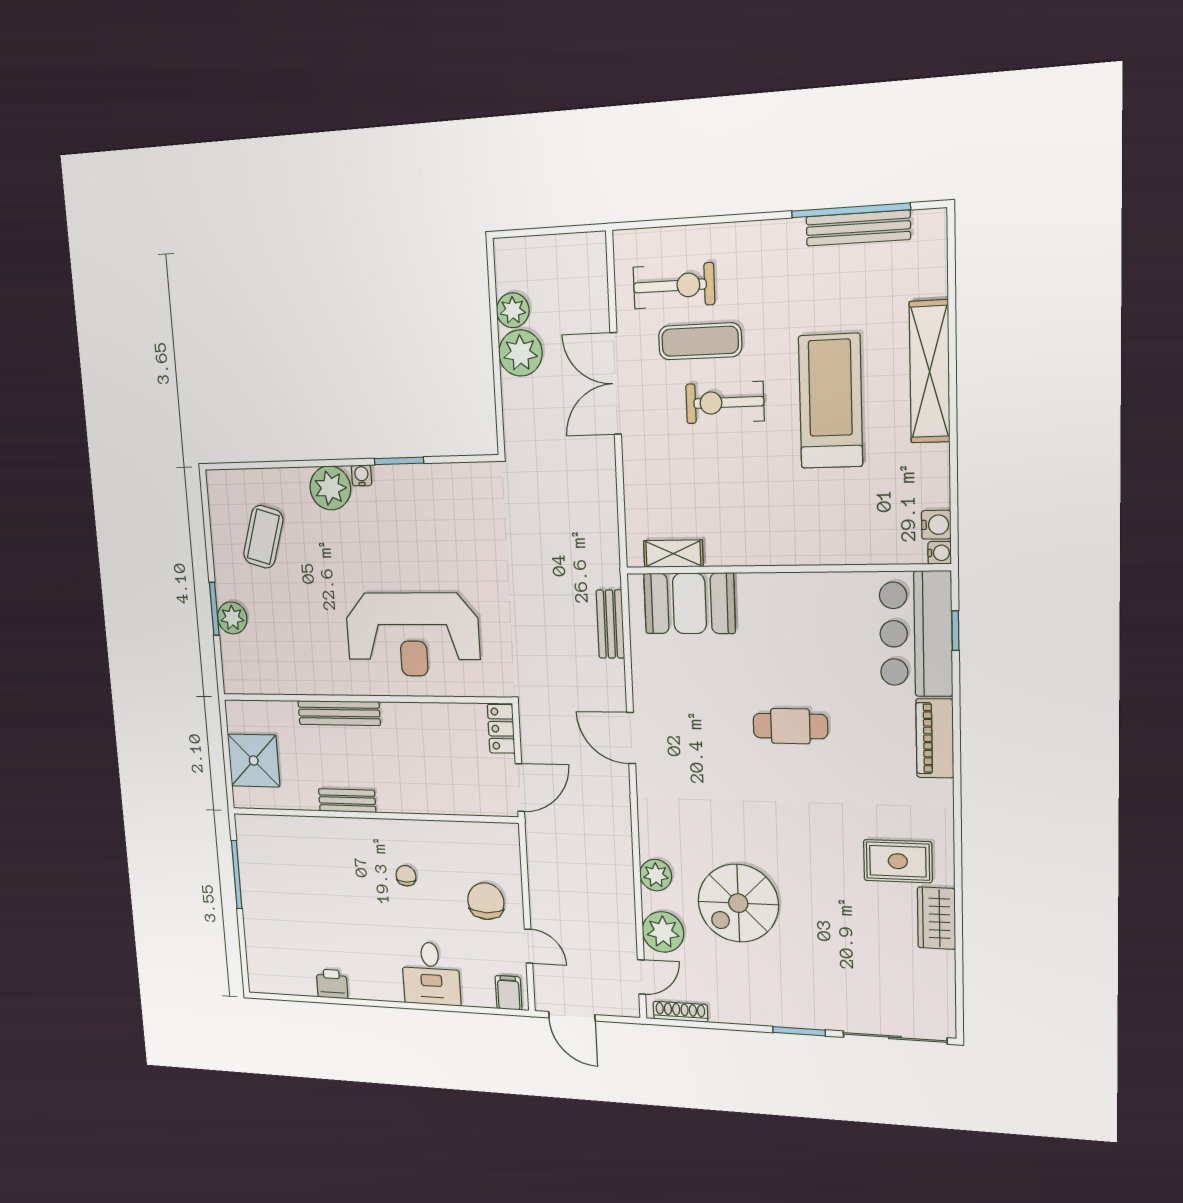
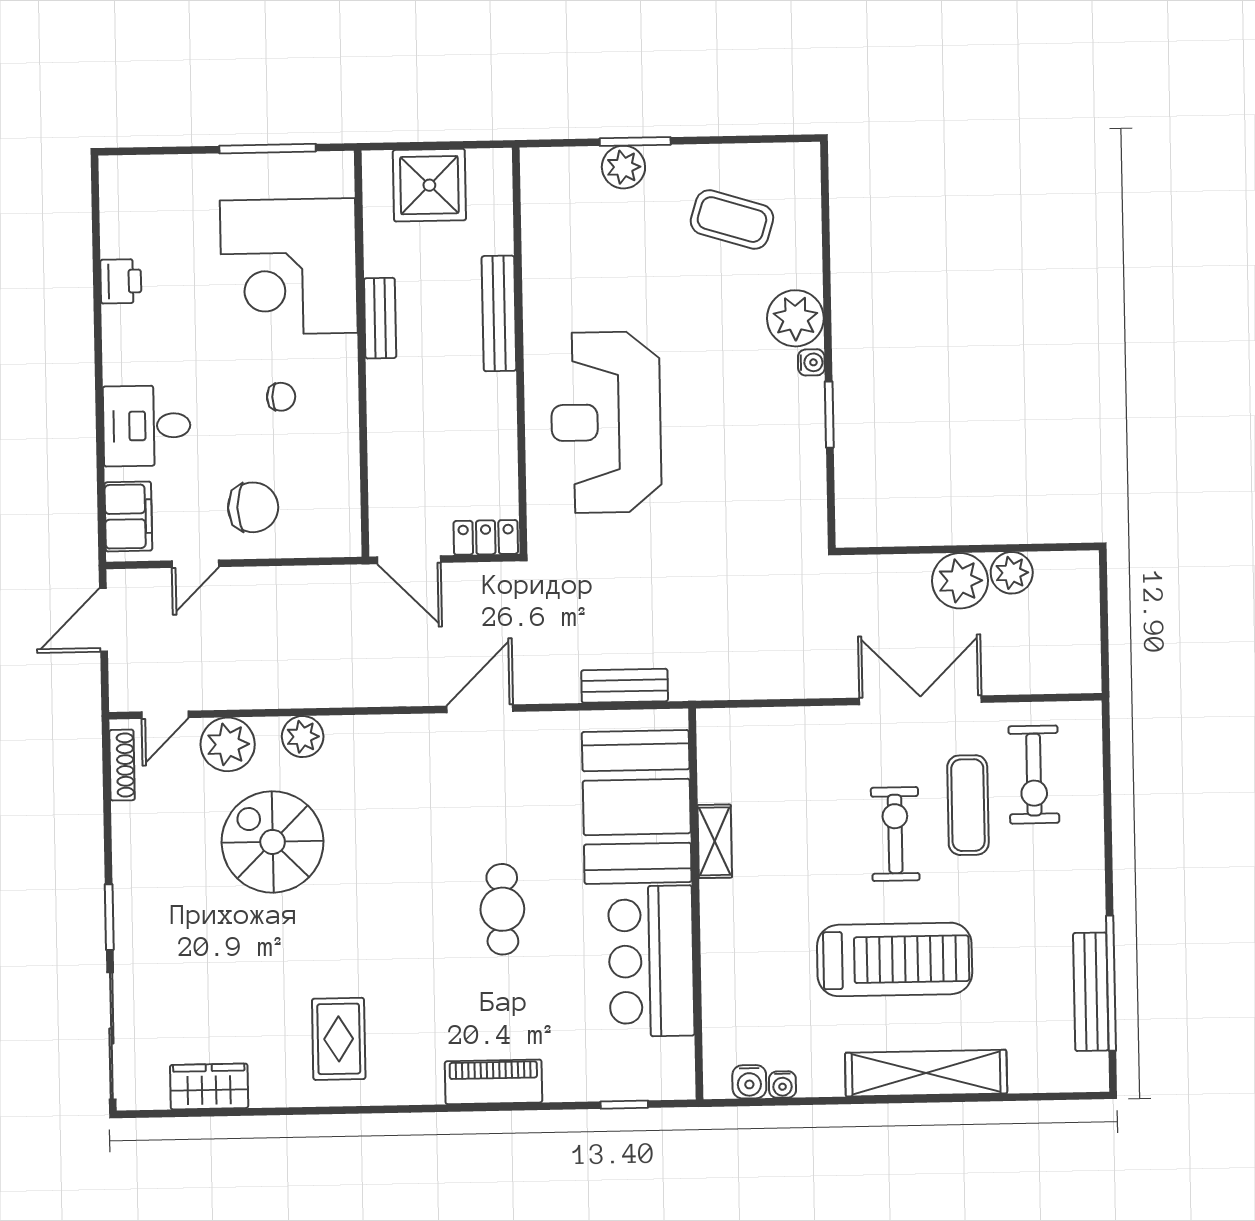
water cooler: (940, 553) -> (782, 1085), moved
shelving: (673, 554) -> (715, 841), moved
booth: (689, 603) -> (637, 807), width x1.36, depth x1.42
bar counter: (916, 634) -> (651, 961), moved, turned -90
corner desk: (315, 865) -> (289, 267), added
wardrobe: (936, 918) -> (209, 1087), moved
door: (642, 977) -> (165, 715), hinge flipped
filing cabinet: (509, 993) -> (128, 516), width x2.00

